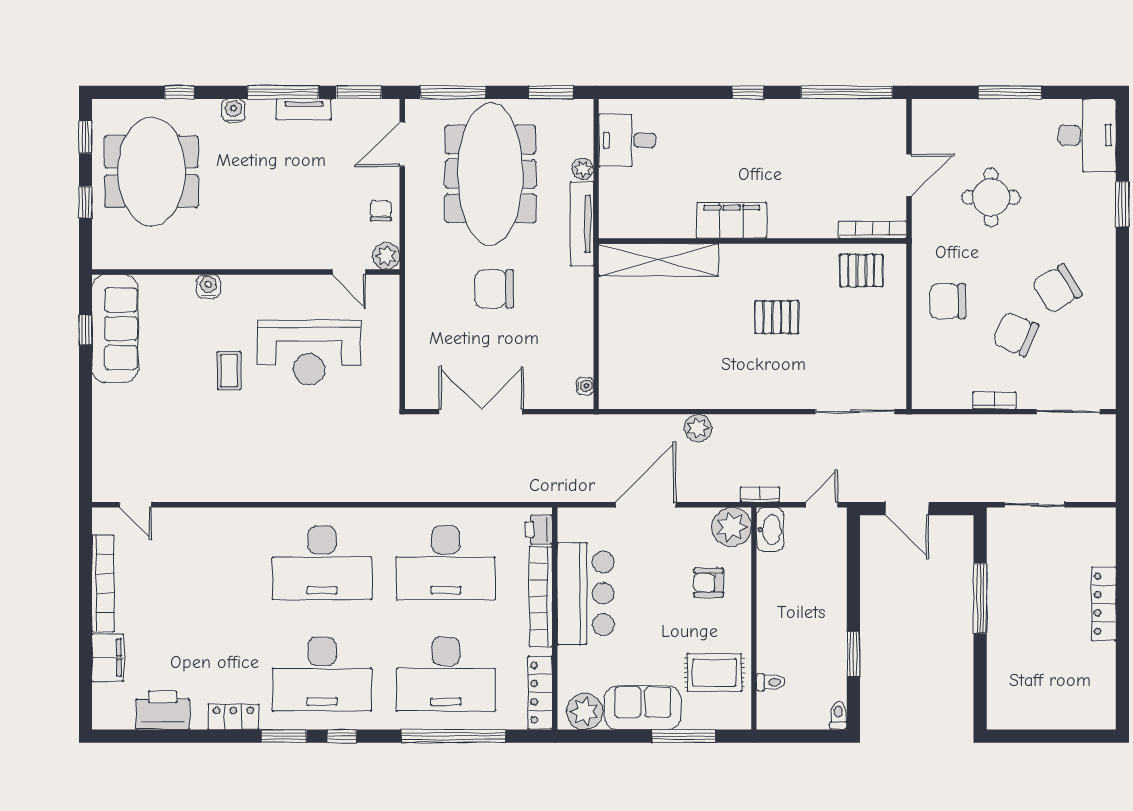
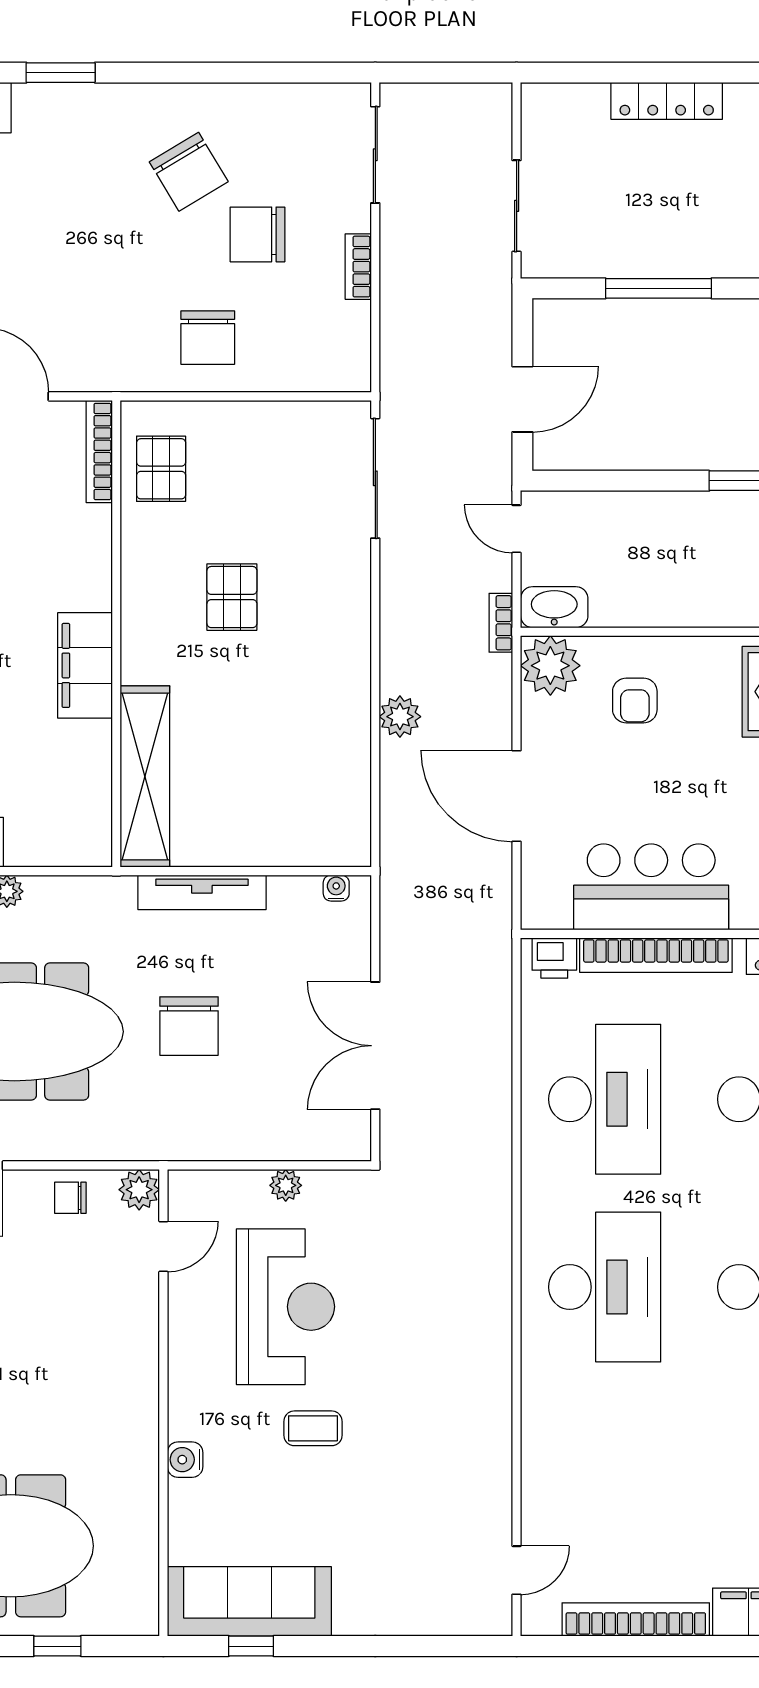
round table: (991, 197) -> (50, 272), removed
tv unit: (582, 224) -> (202, 892), moved
chair: (1016, 334) -> (258, 234), turned 67
plant: (389, 353) -> (286, 1185), added

